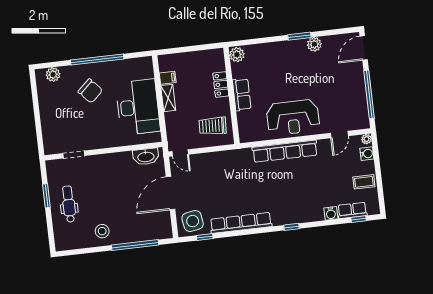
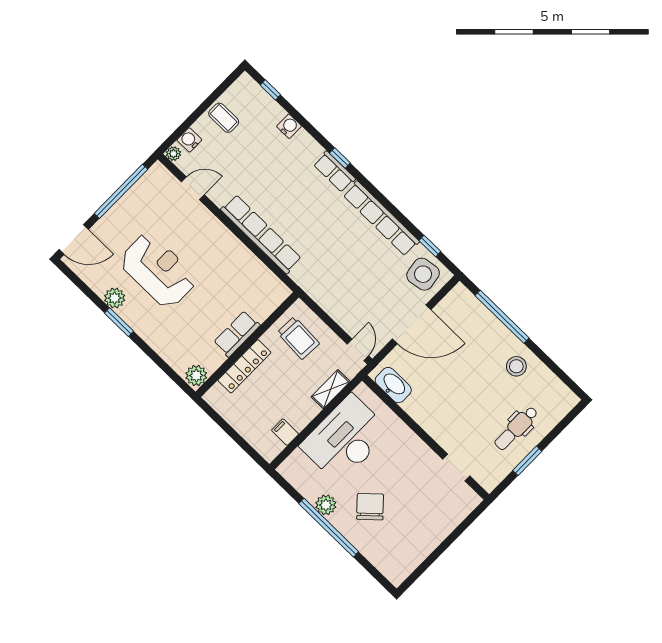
plant: (53, 75) -> (326, 505), moved
locker: (221, 84) -> (244, 366), width x1.53
shelving: (168, 98) -> (331, 389), moved
reception desk: (293, 117) -> (158, 270), moved
row of seats: (352, 210) -> (334, 172), moved

